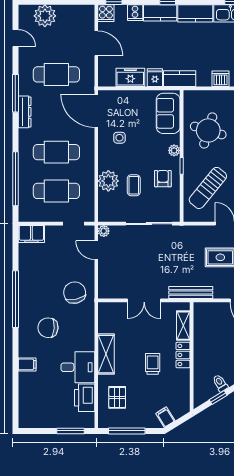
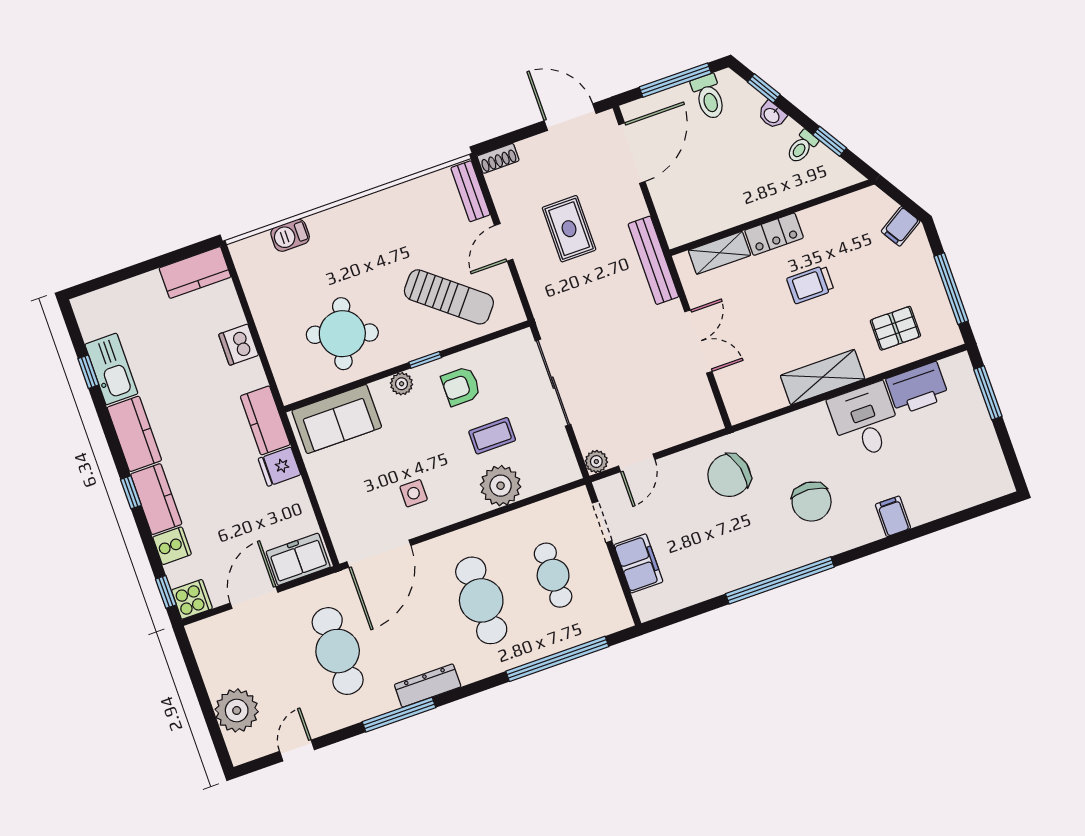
freezer: (130, 77) -> (298, 559), moved, turned 90
cafe table: (56, 191) -> (553, 575), width x0.73, depth x0.74
filing cabinet: (31, 234) -> (638, 563), moved

